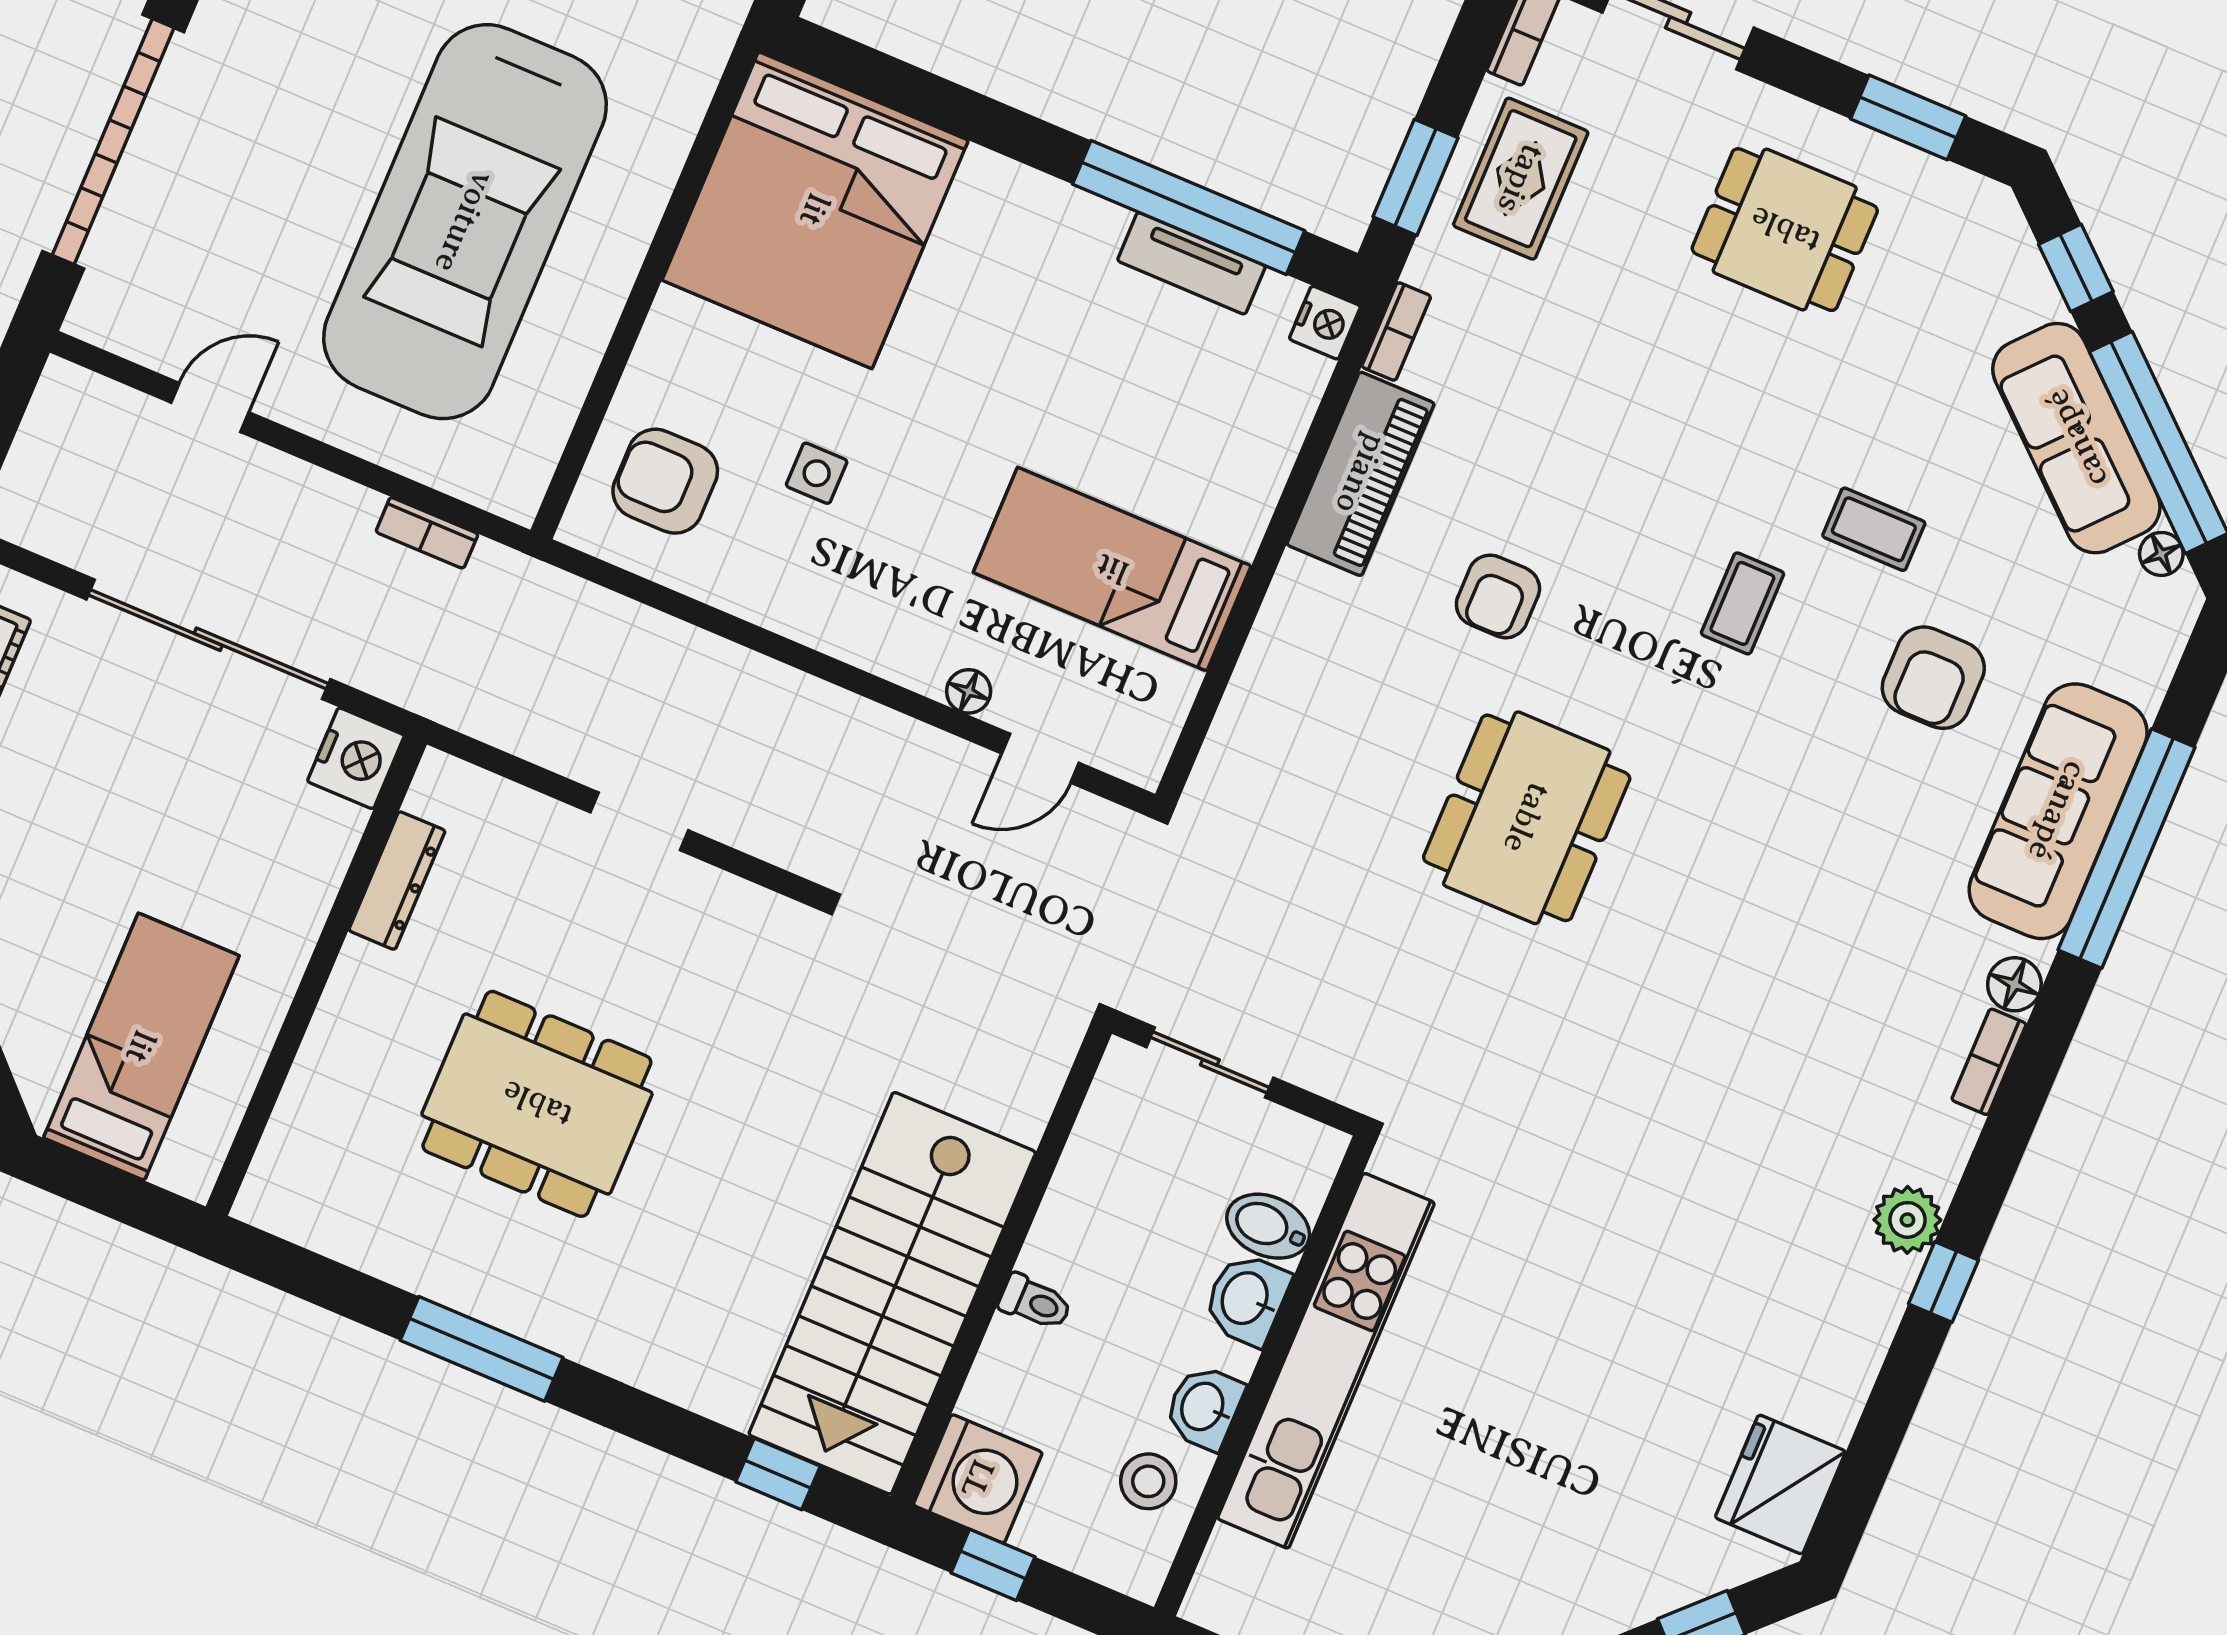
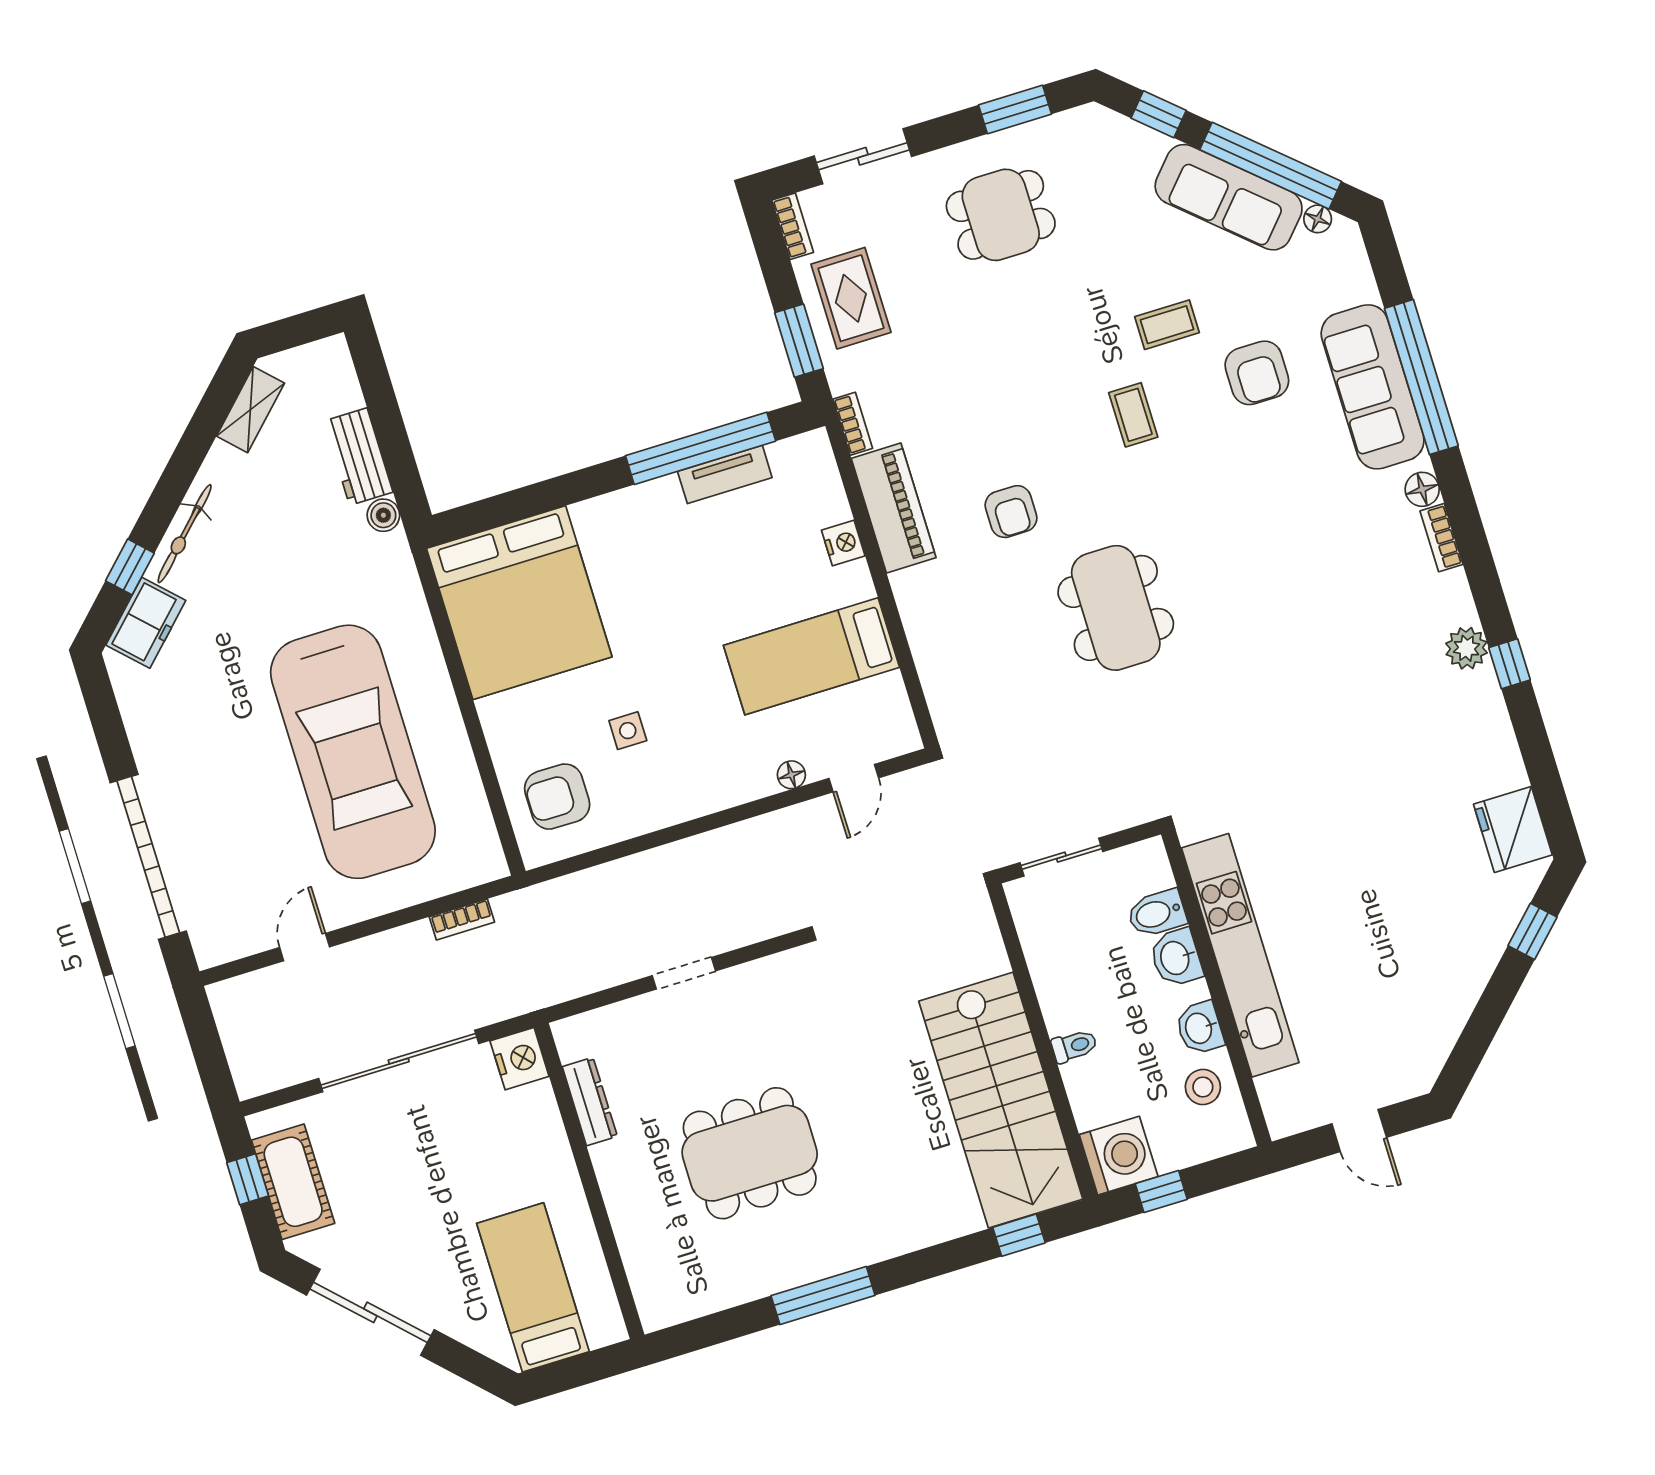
nightstand: (1325, 323) -> (843, 543), moved

